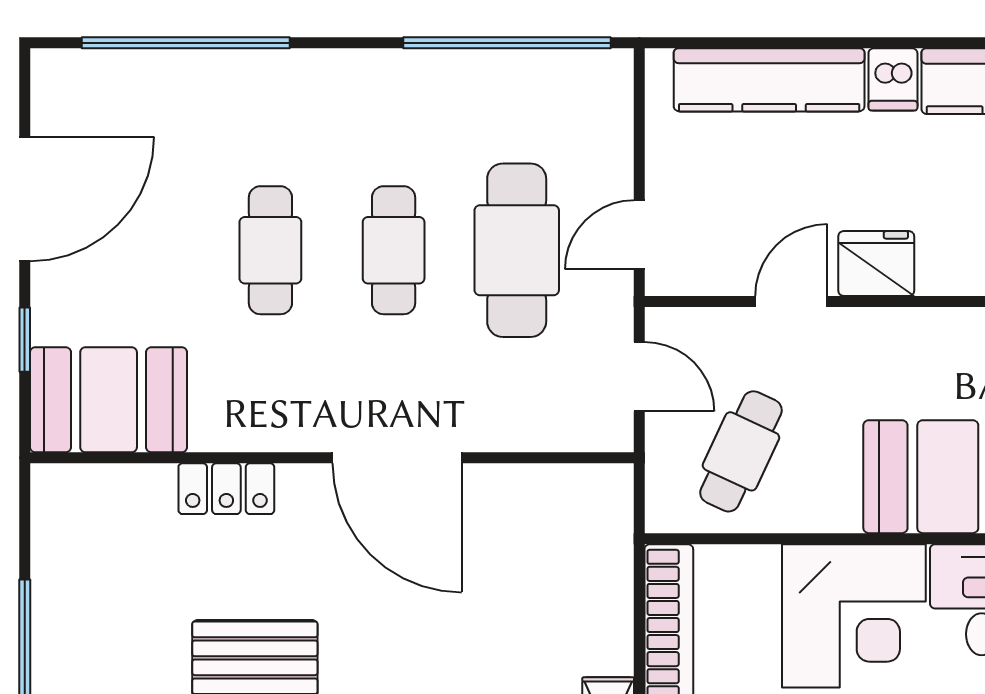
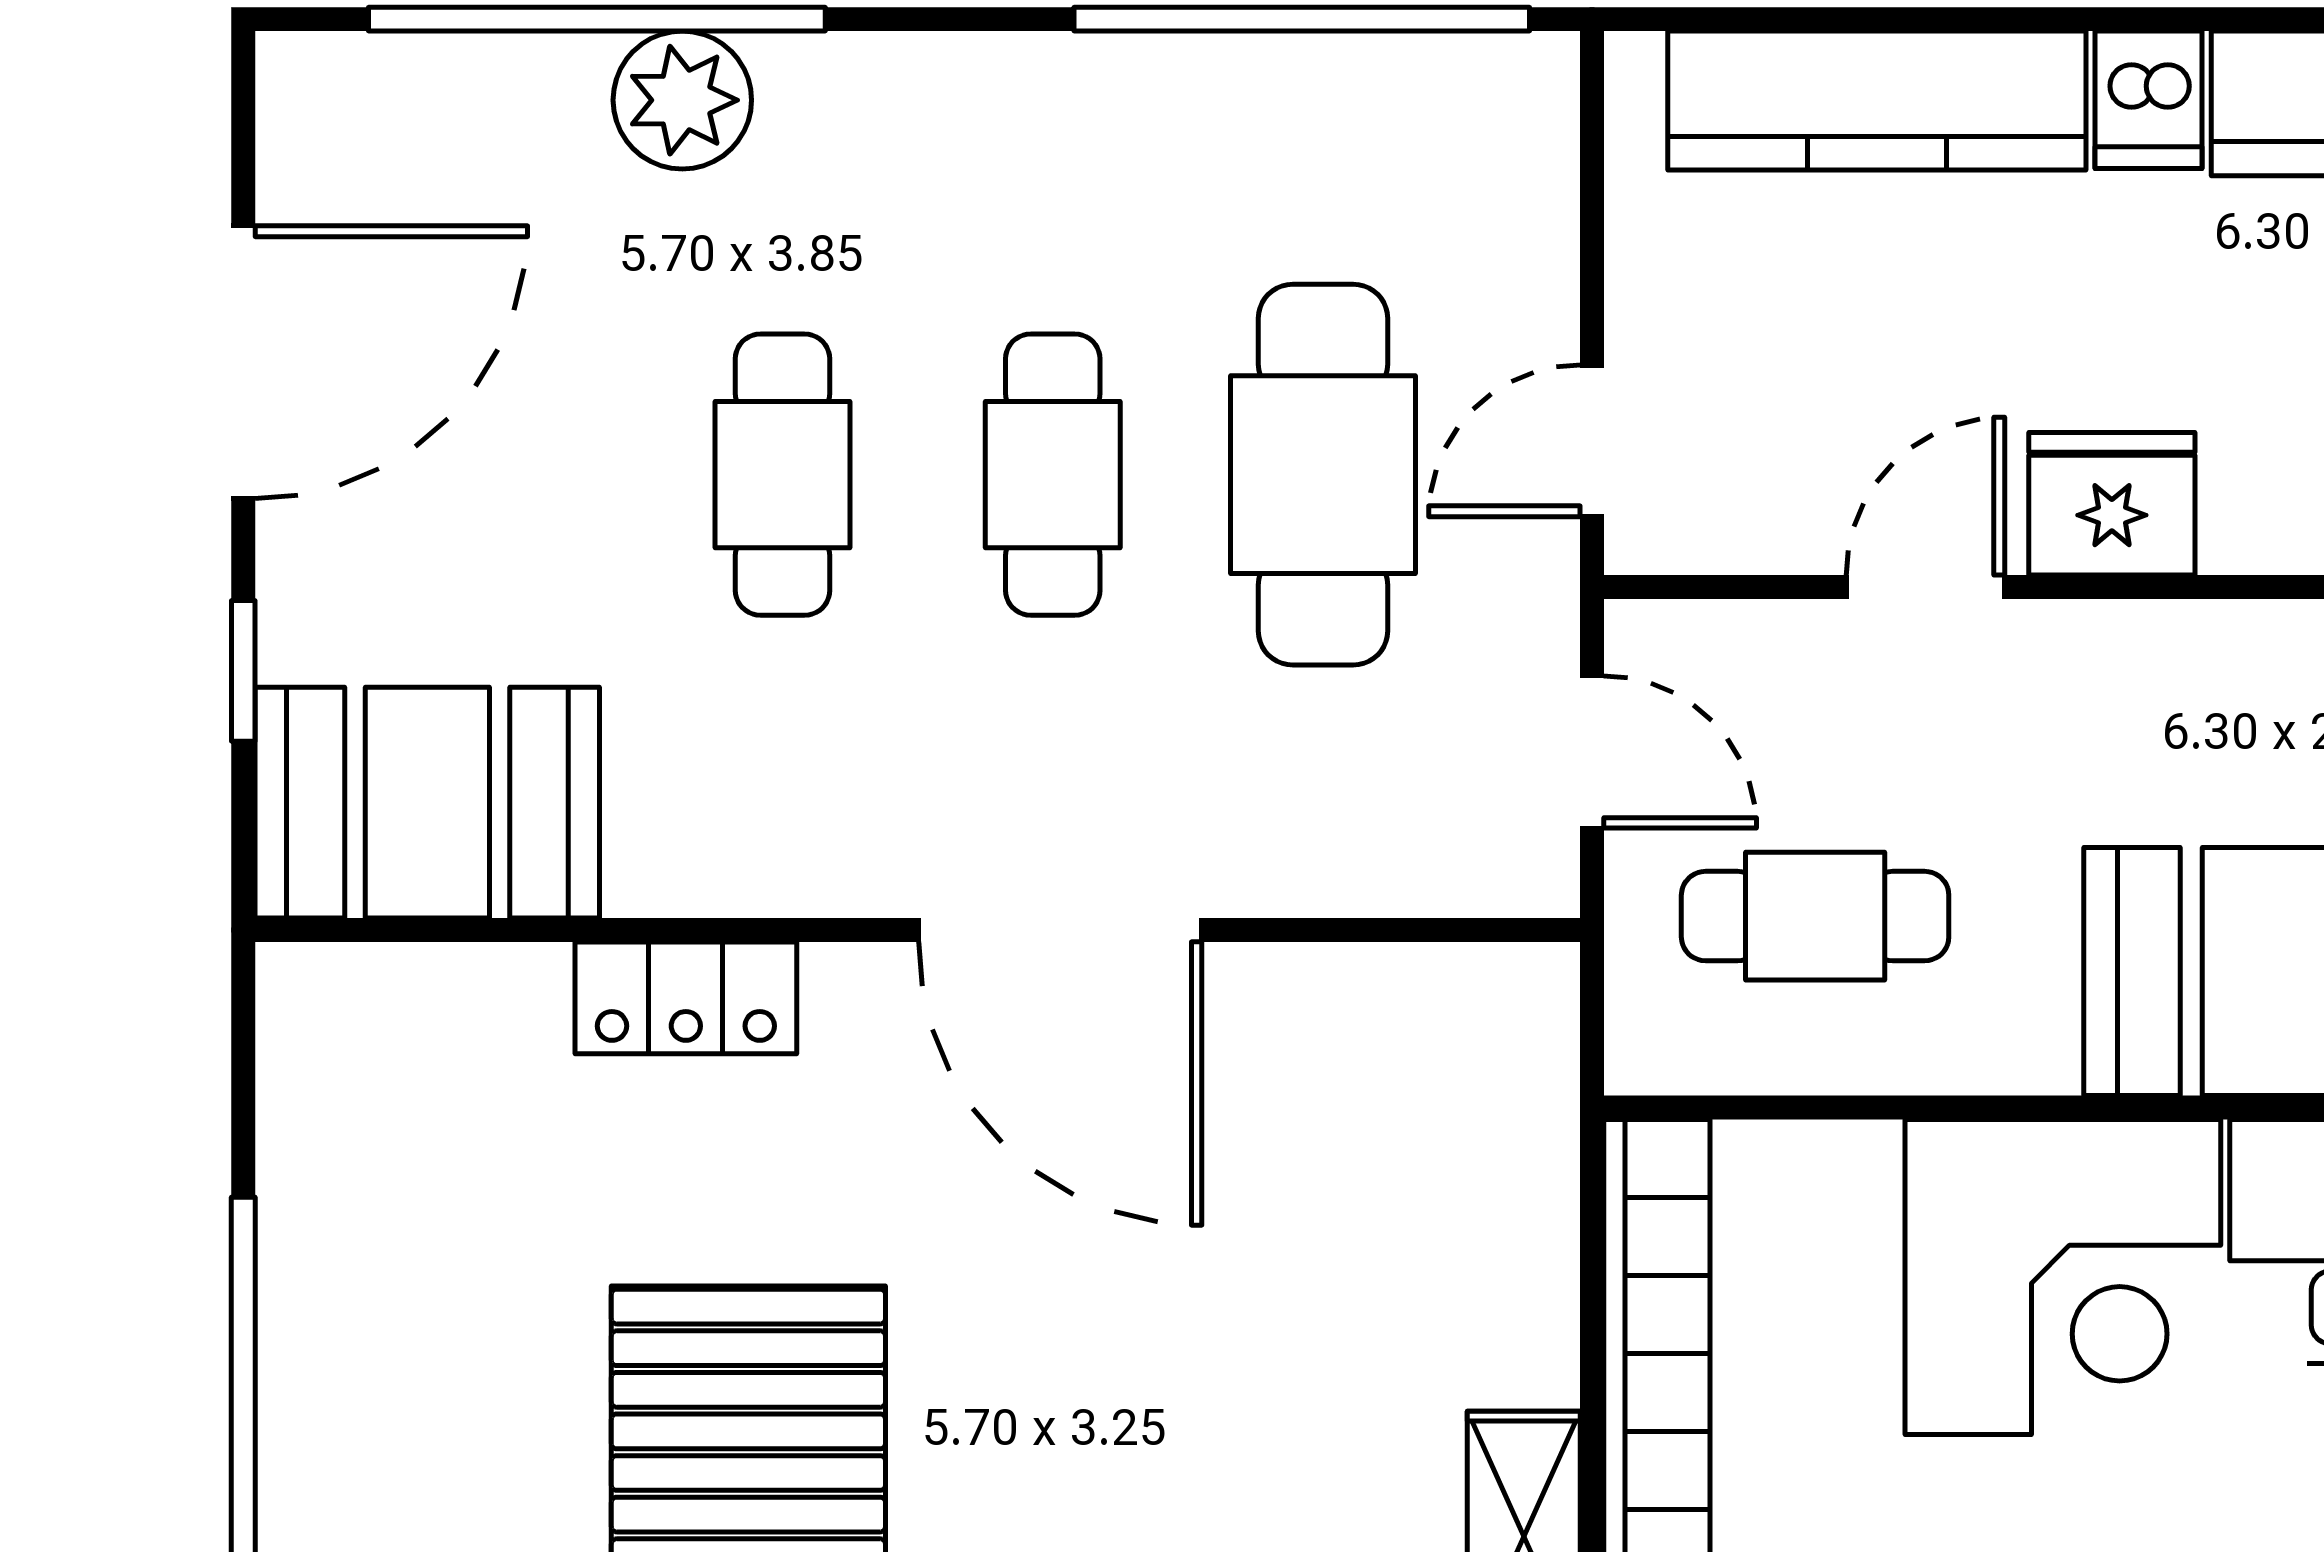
plant: (225, 80) -> (682, 100), added
cafe table: (741, 451) -> (1815, 916), turned 65

